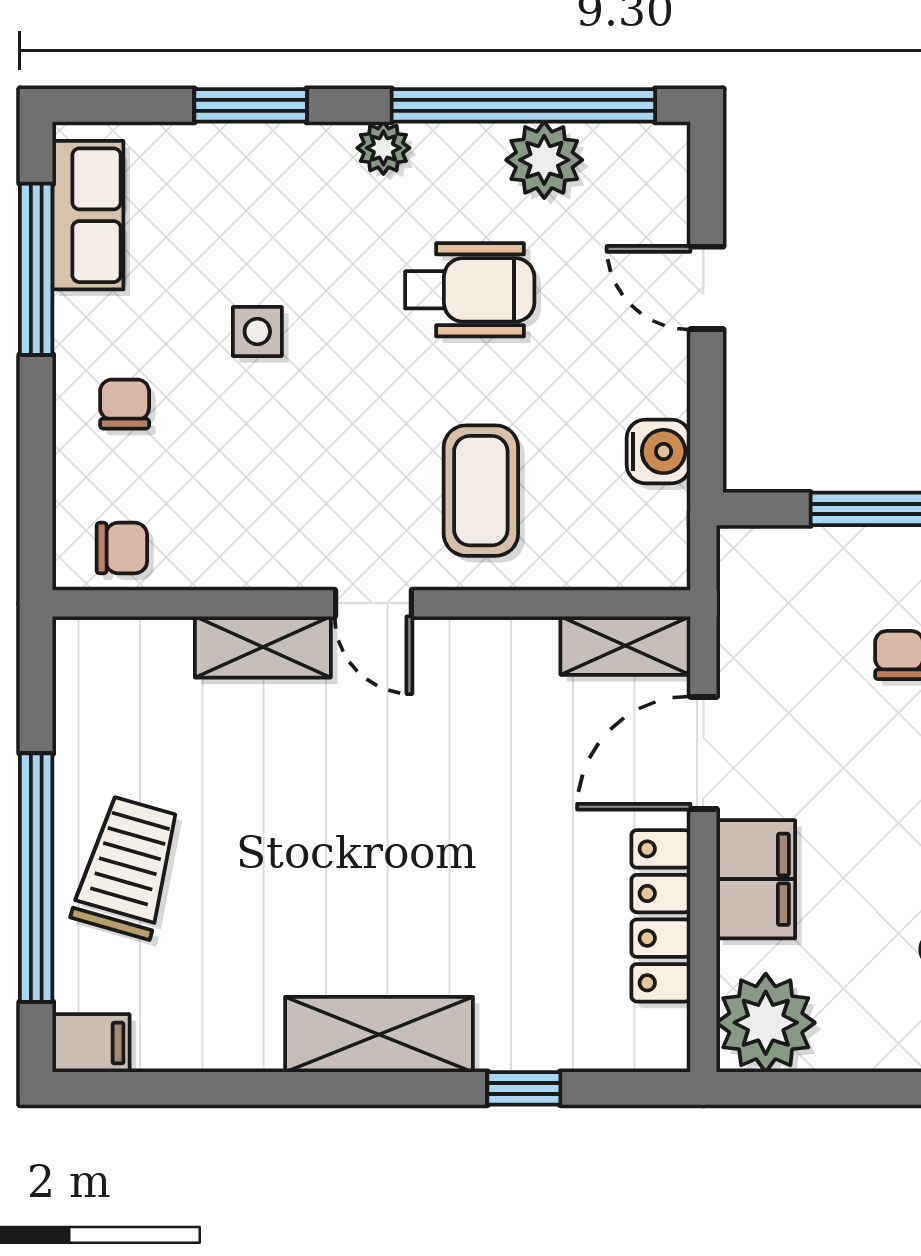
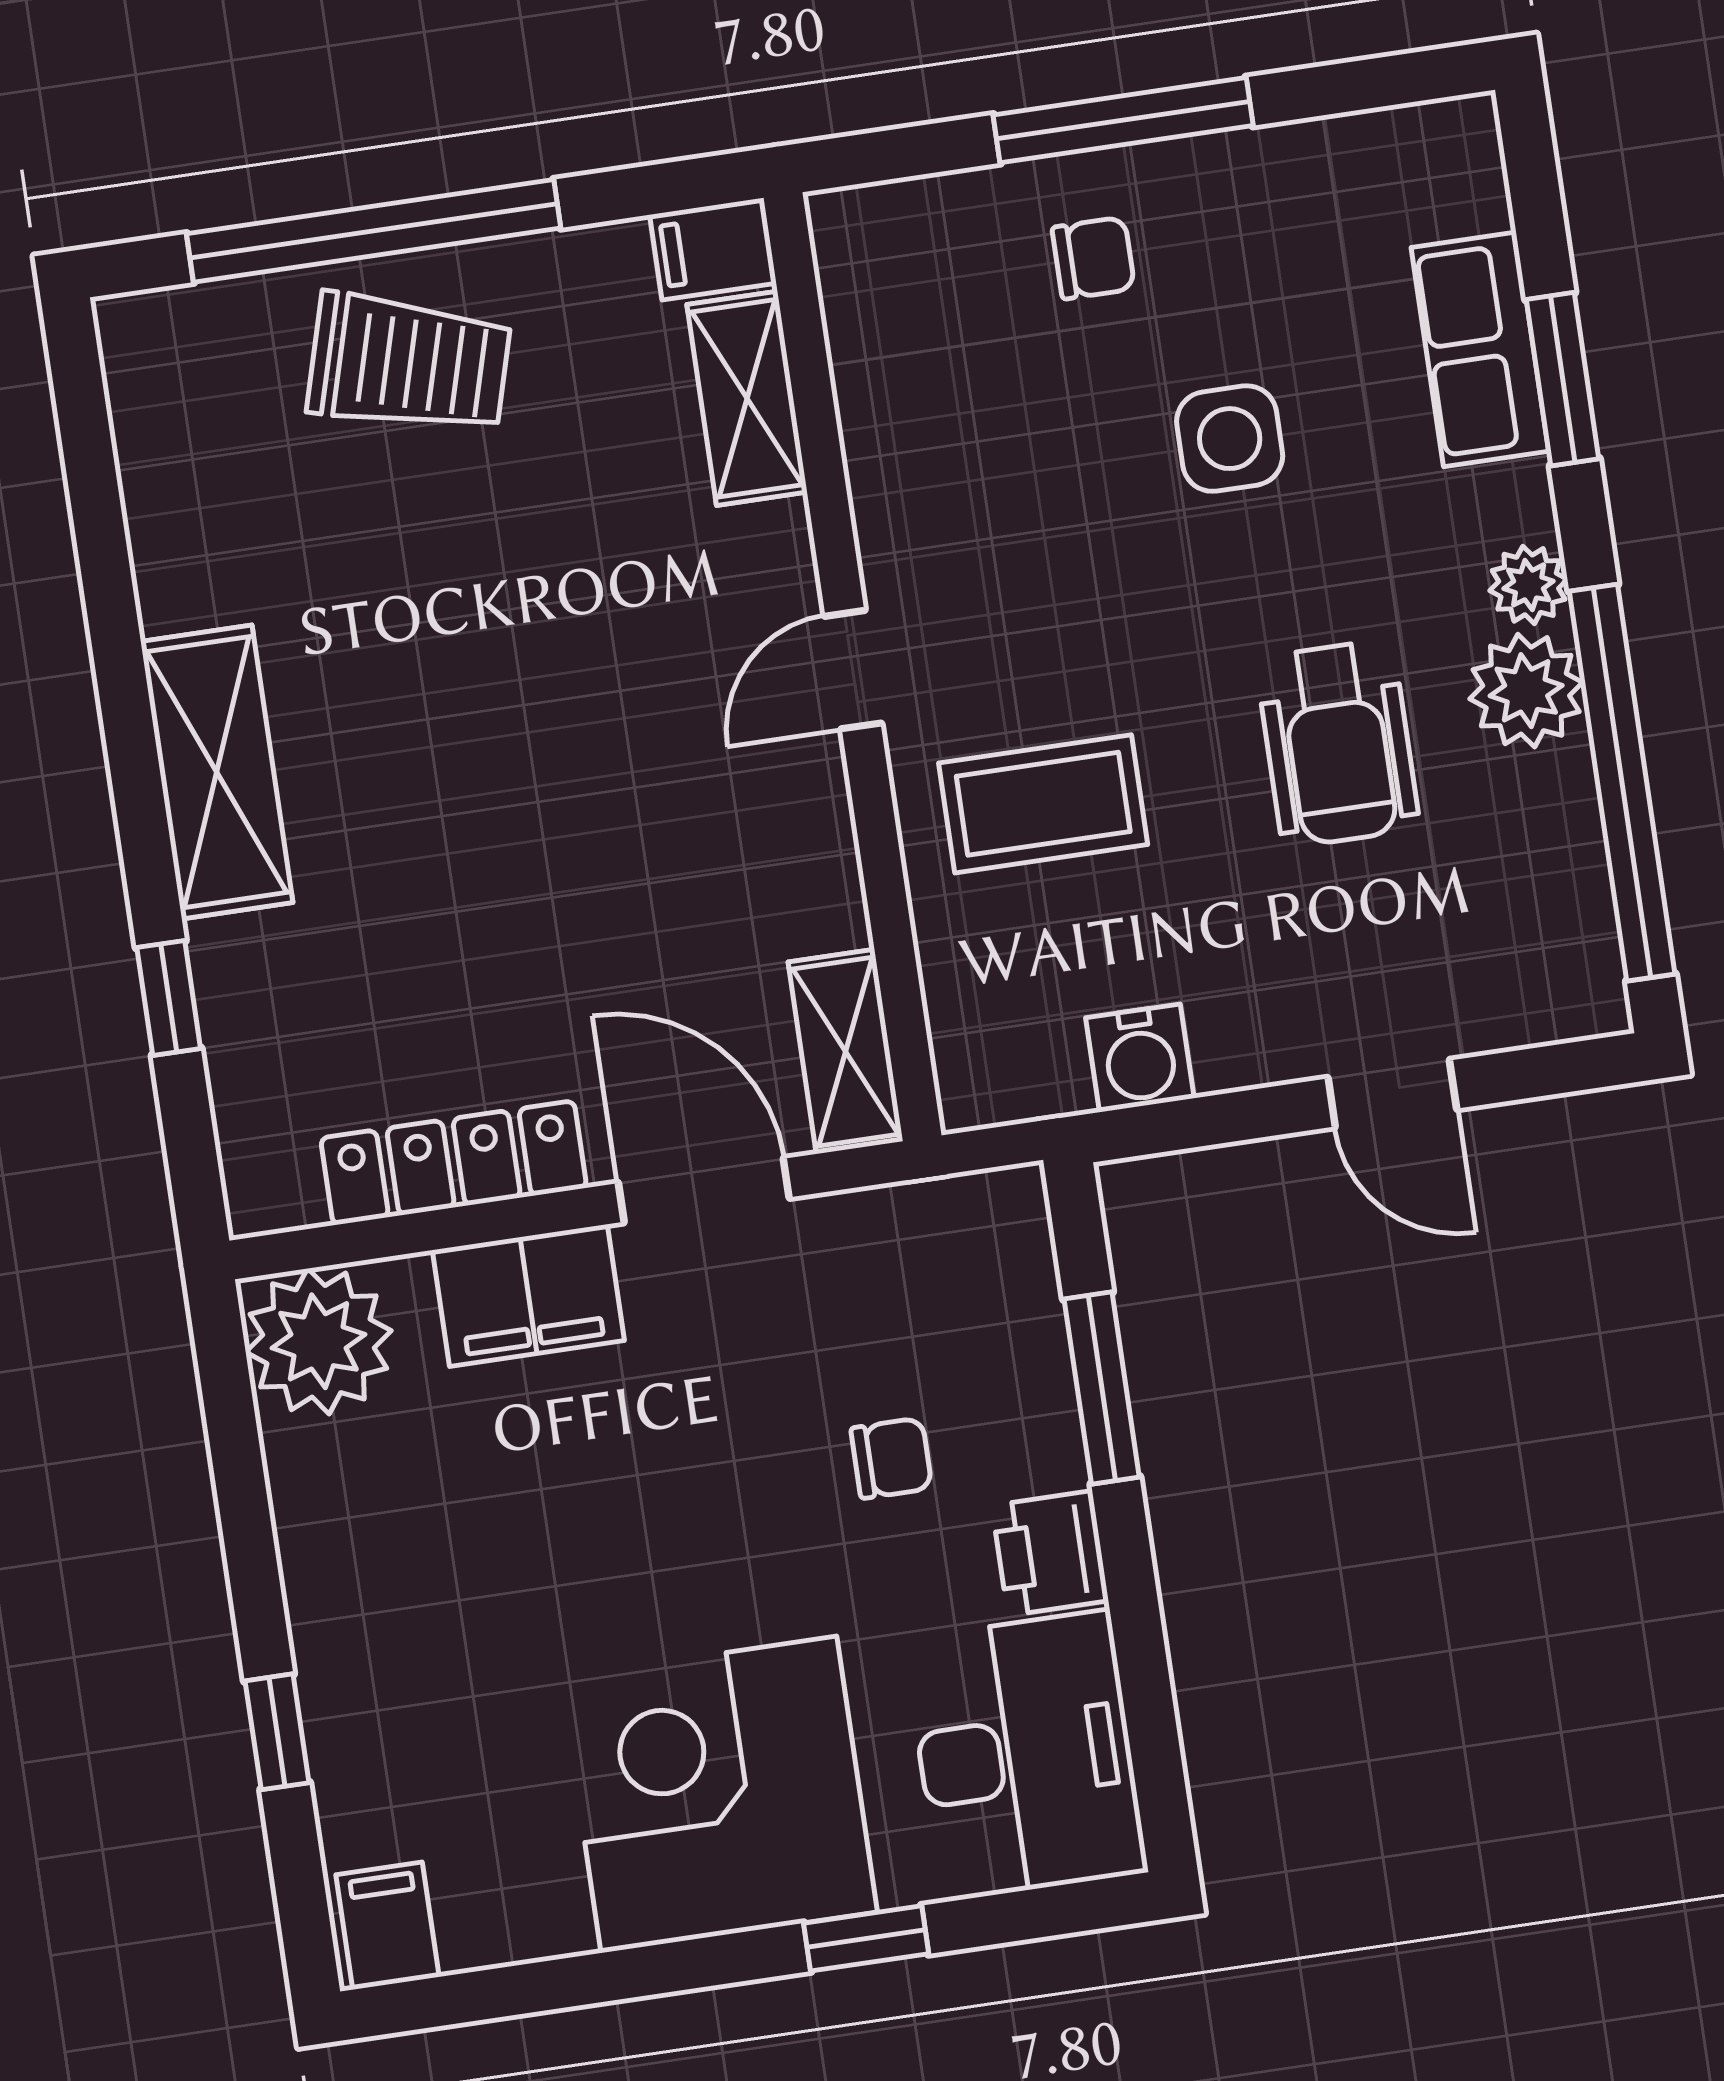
plant: (544, 160) -> (1526, 691), moved
row of seats: (88, 215) -> (1480, 349), moved, turned 90
window: (36, 269) -> (1123, 120), moved
door: (707, 288) -> (1392, 1094), swing flipped
side table: (257, 331) -> (1230, 439), width x1.37, depth x1.37
chair: (122, 548) -> (880, 285), removed
shelving: (263, 647) -> (747, 398), moved
filing cabinet: (91, 1043) -> (713, 249), moved, turned 90

